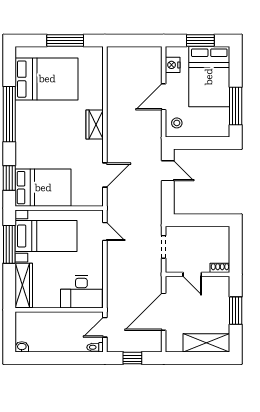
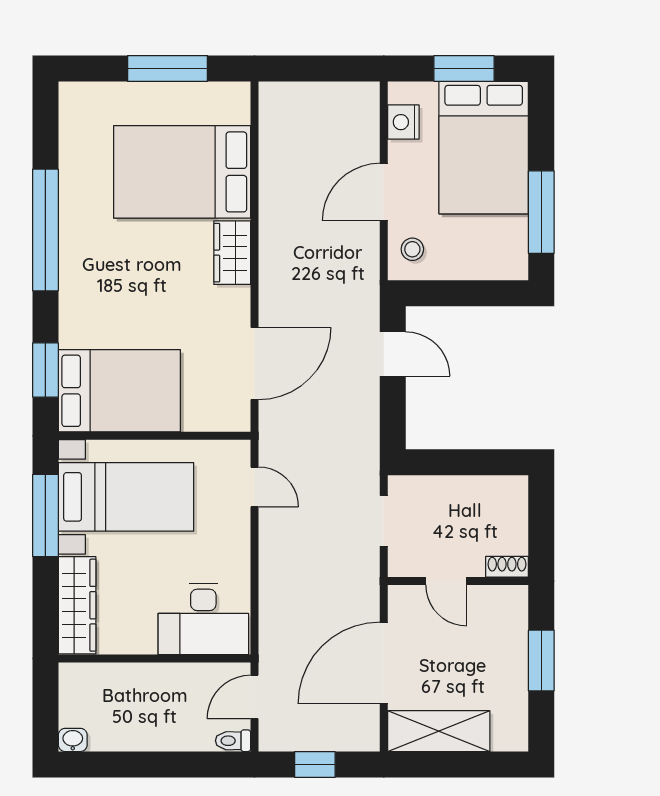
bed: (47, 79) -> (182, 172), moved, turned 180
door: (105, 175) -> (255, 363), width x1.36
shelving: (206, 343) -> (439, 731), moved

